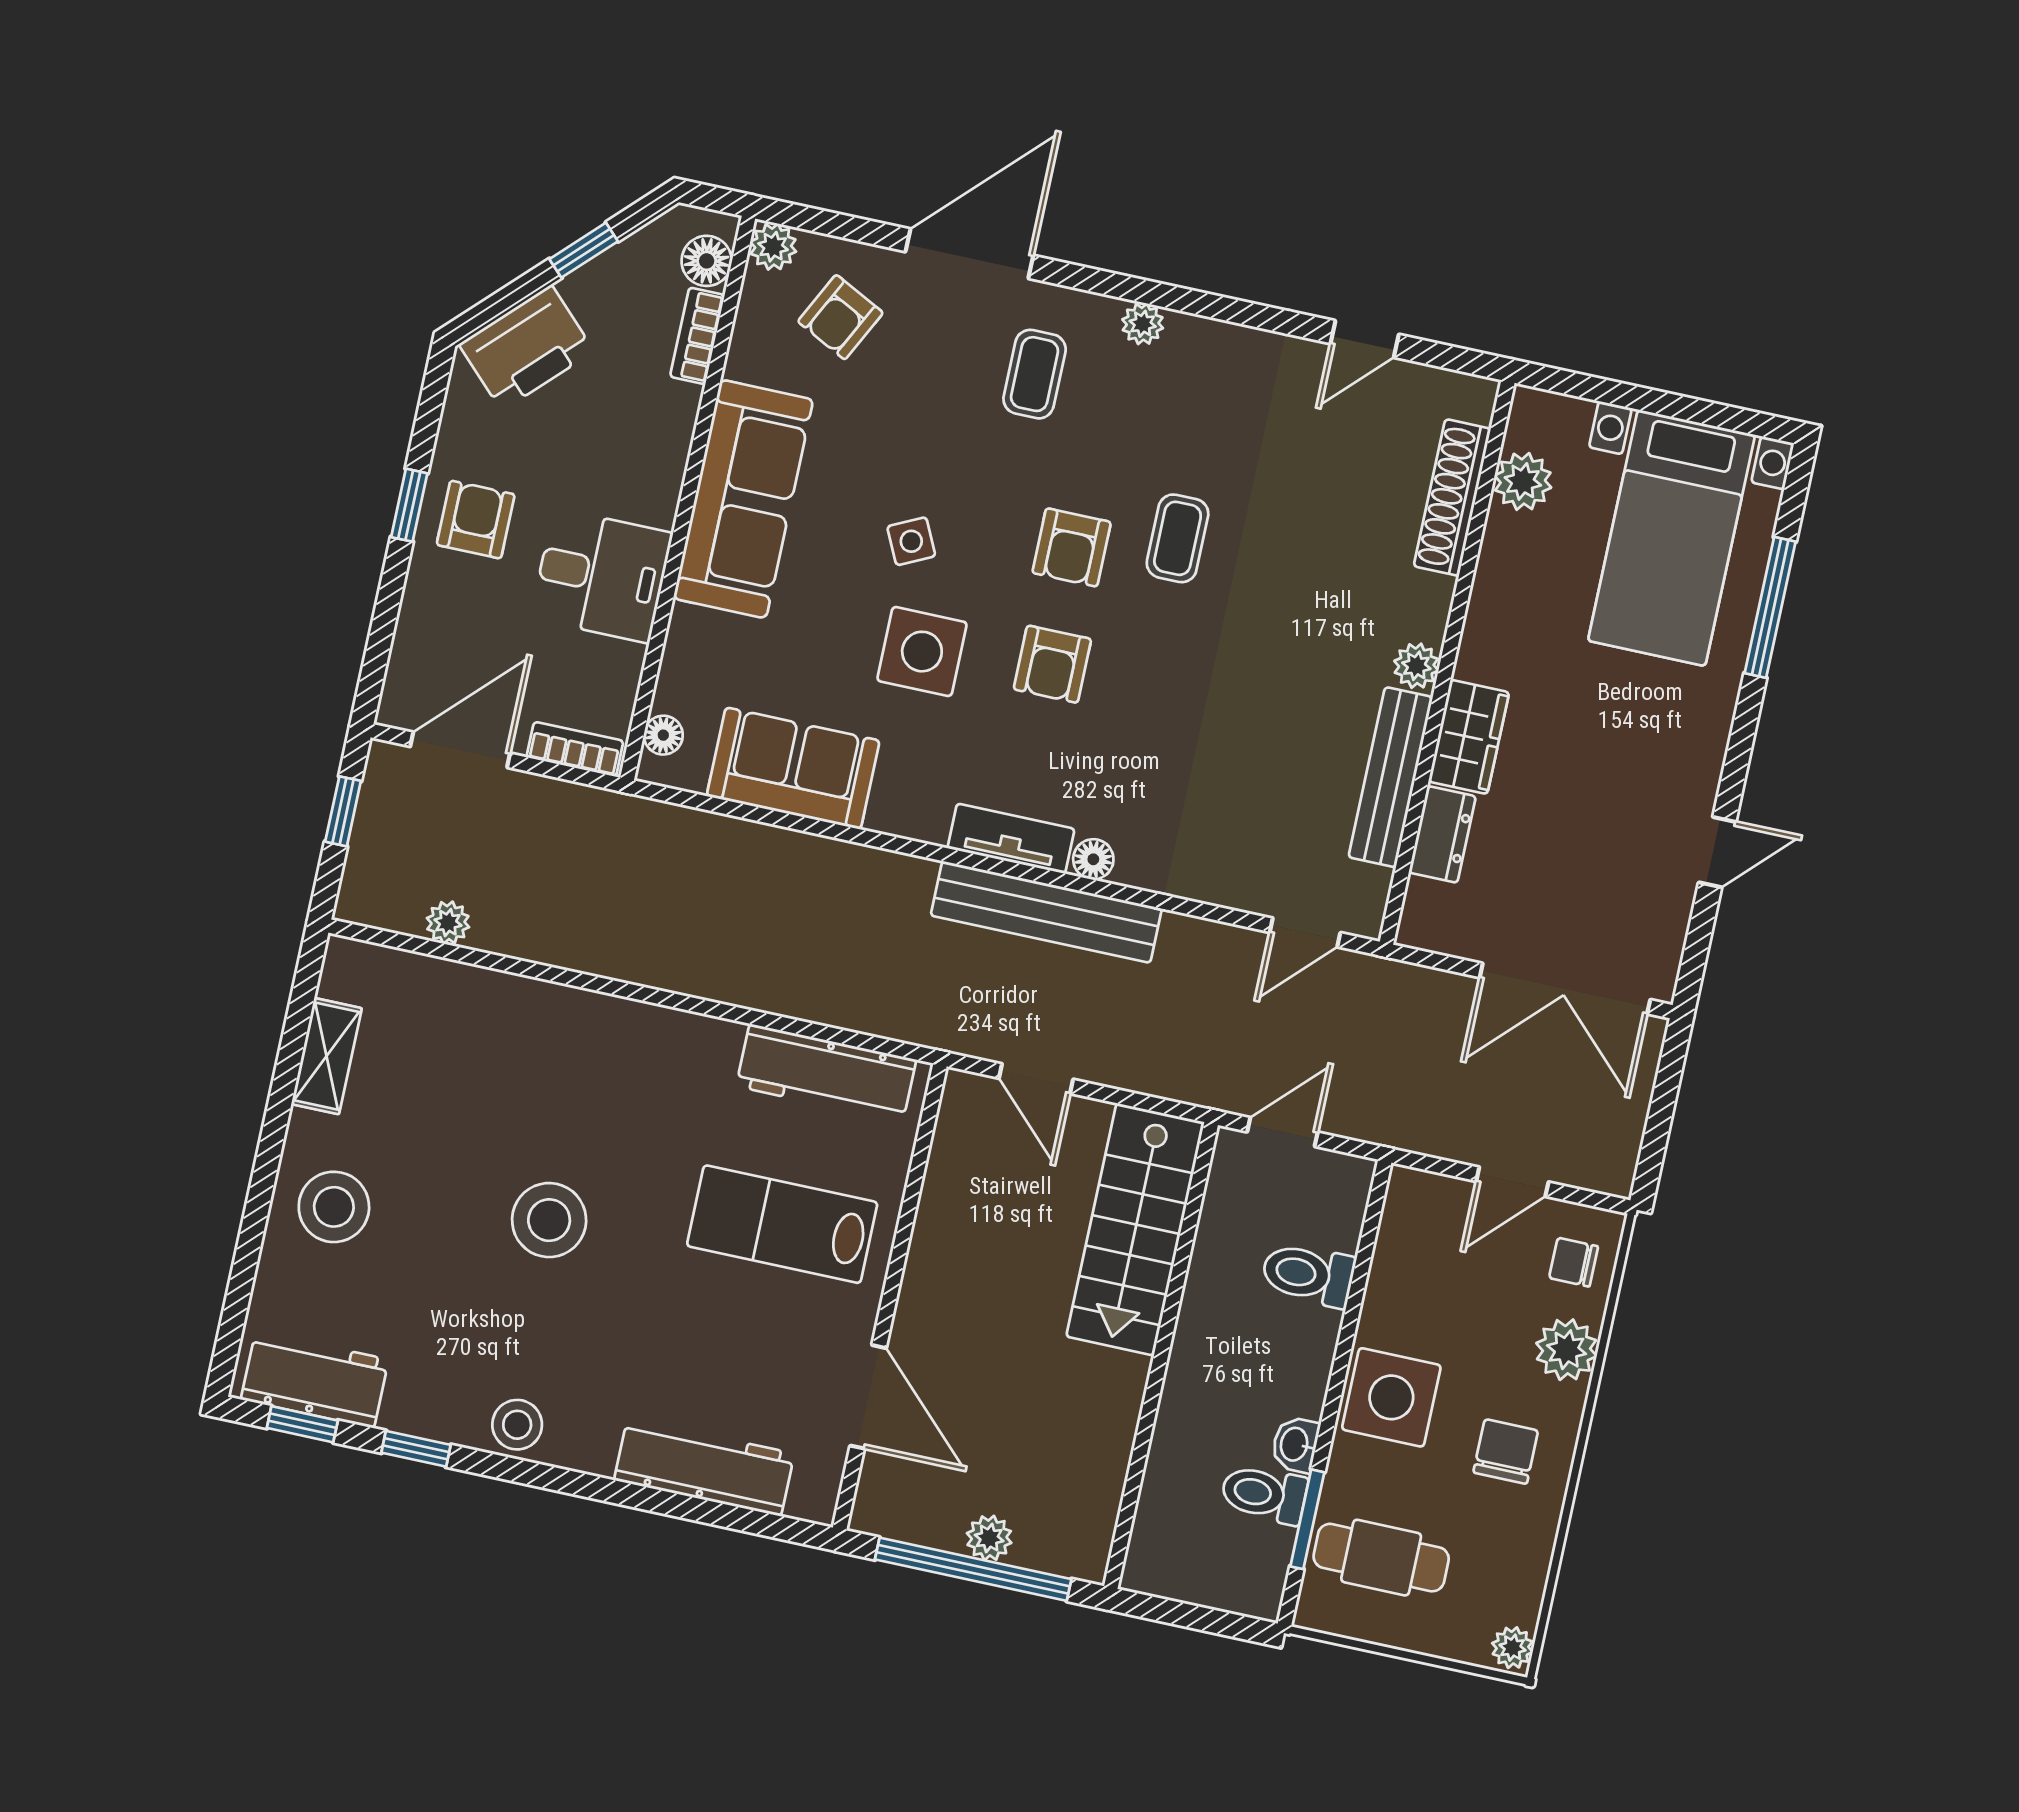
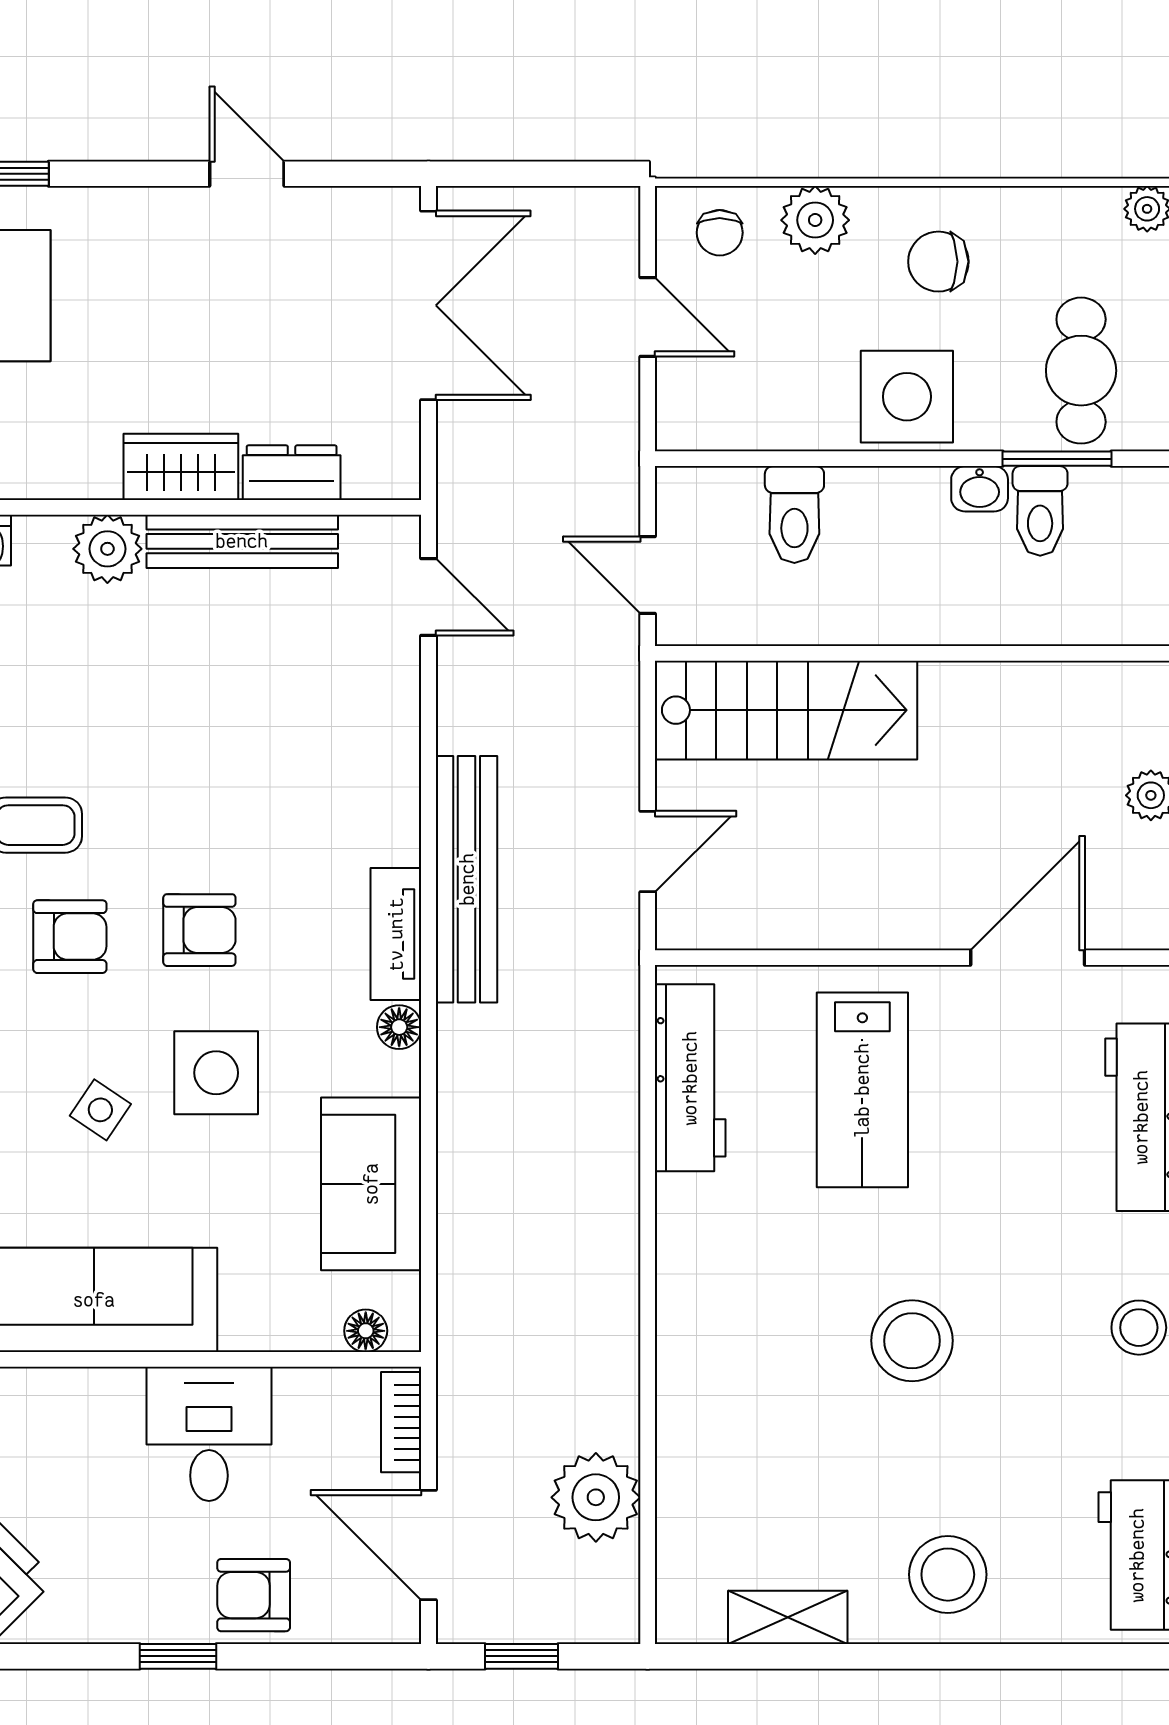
armchair: (476, 520) -> (254, 1595), moved
side table: (911, 541) -> (100, 1110), turned -30
plant: (1416, 666) -> (107, 549), width x1.38, depth x1.38
floor lamp: (1093, 859) -> (399, 1027), moved
plant: (448, 923) -> (596, 1497), width x1.88, depth x1.88

